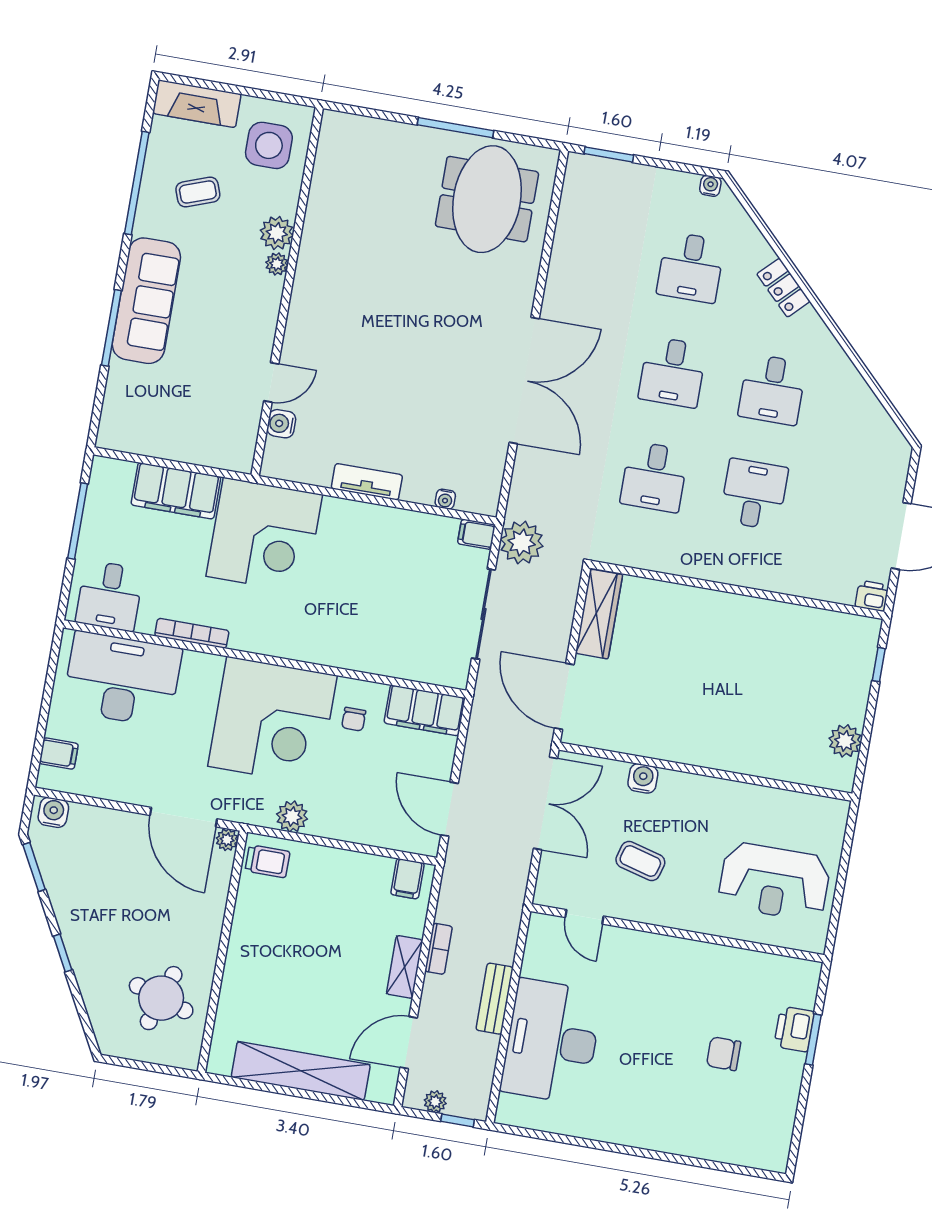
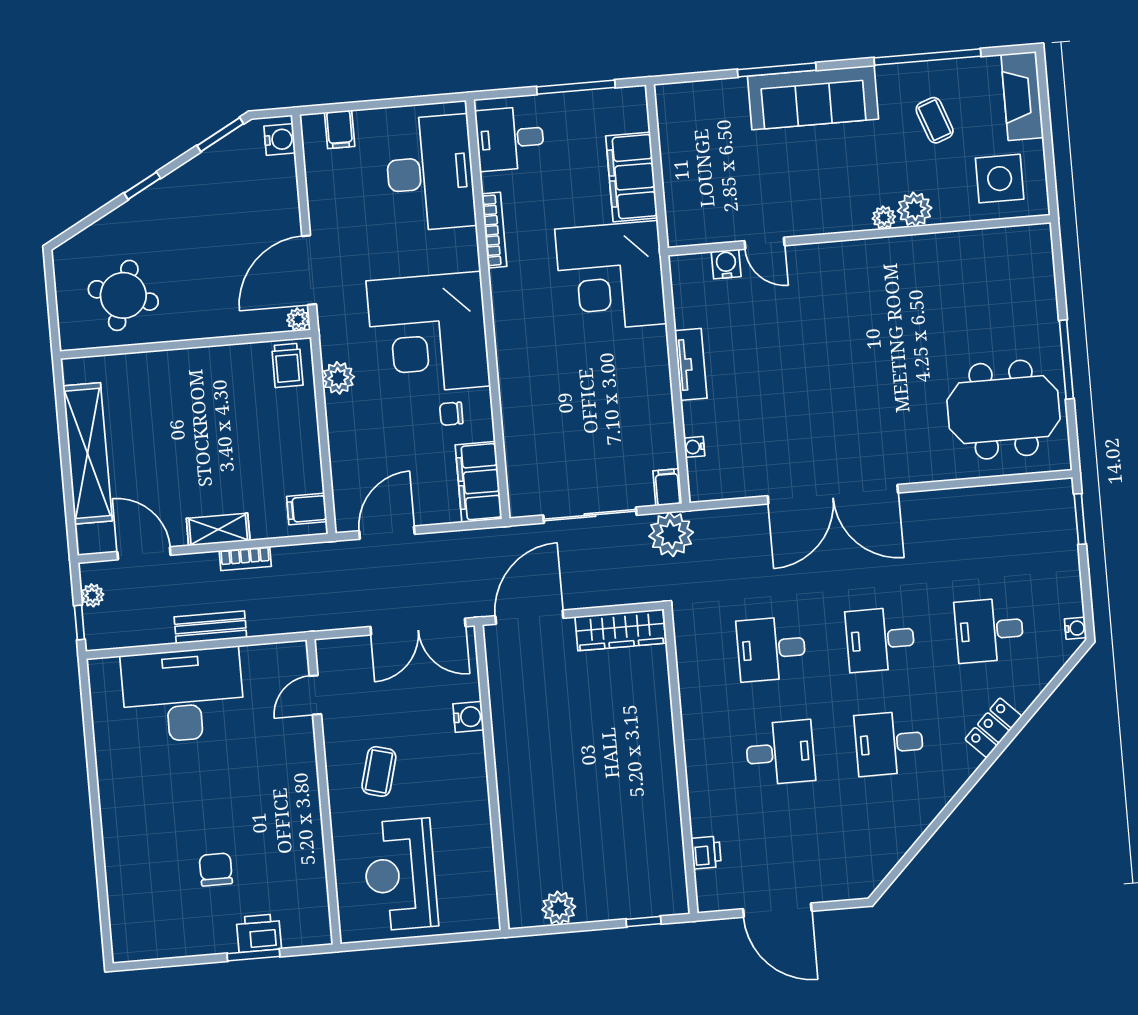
printer: (872, 596) -> (706, 853), moved
coffee table: (640, 861) -> (379, 771), moved

